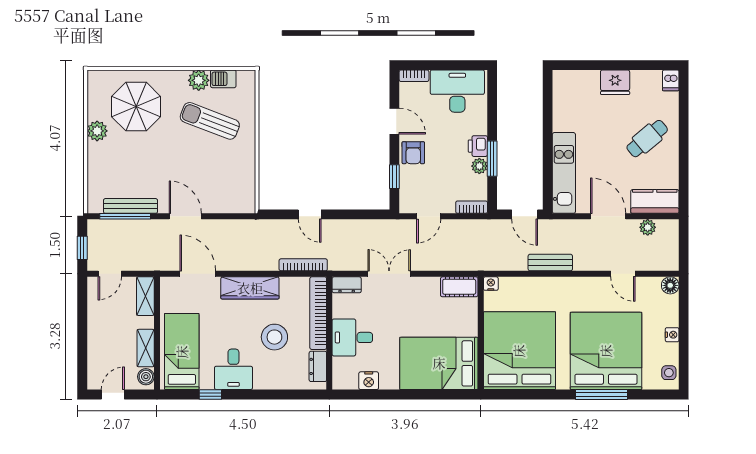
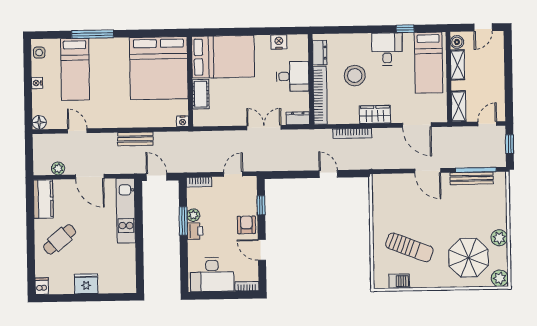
plant: (199, 80) -> (500, 278), moved
kitchen counter: (655, 201) -> (43, 199), moved, turned -90
bookcase: (303, 265) -> (352, 133), moved
double door: (389, 274) -> (264, 128), swing flipped
cot: (459, 287) -> (201, 94), moved, turned 90
wardrobe: (250, 288) -> (375, 114), width x0.67
bed: (606, 351) -> (75, 69), width x0.49

